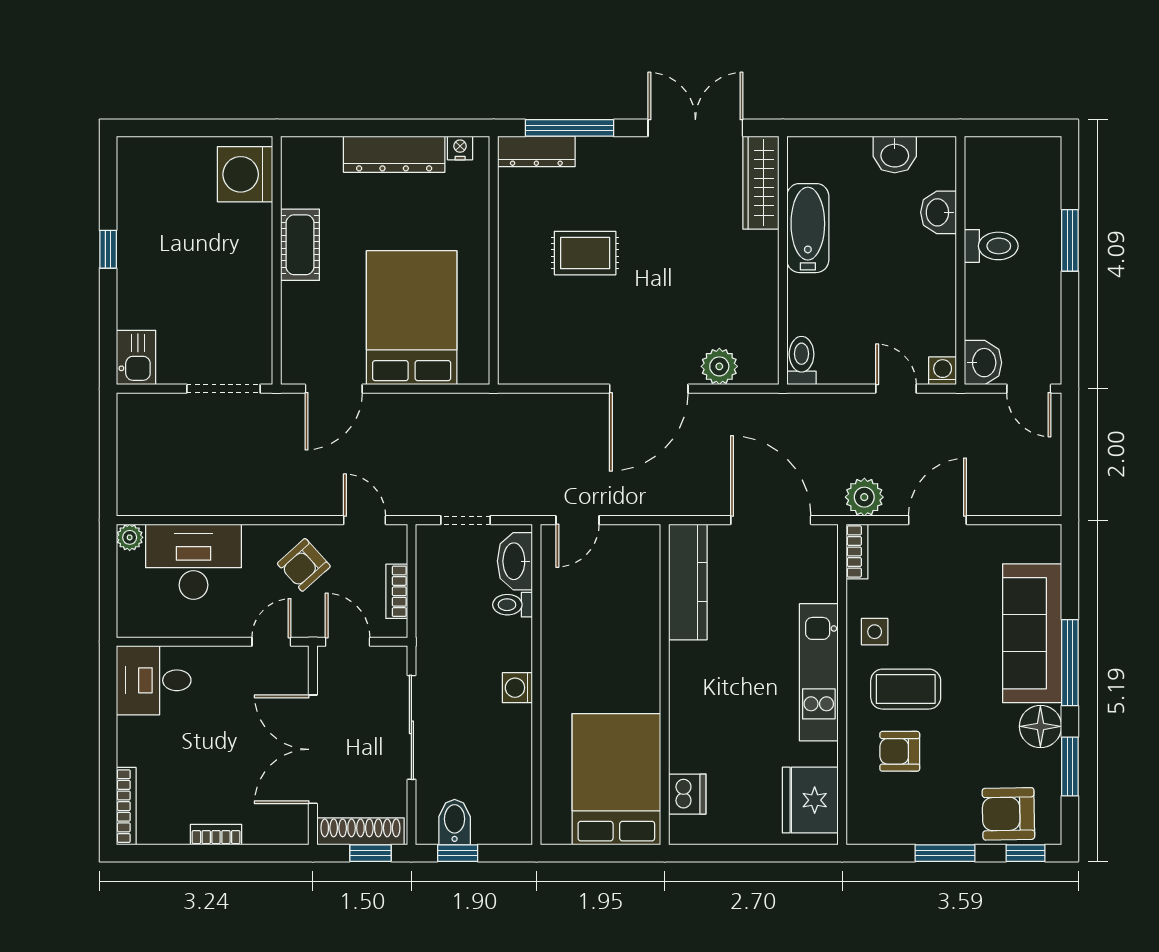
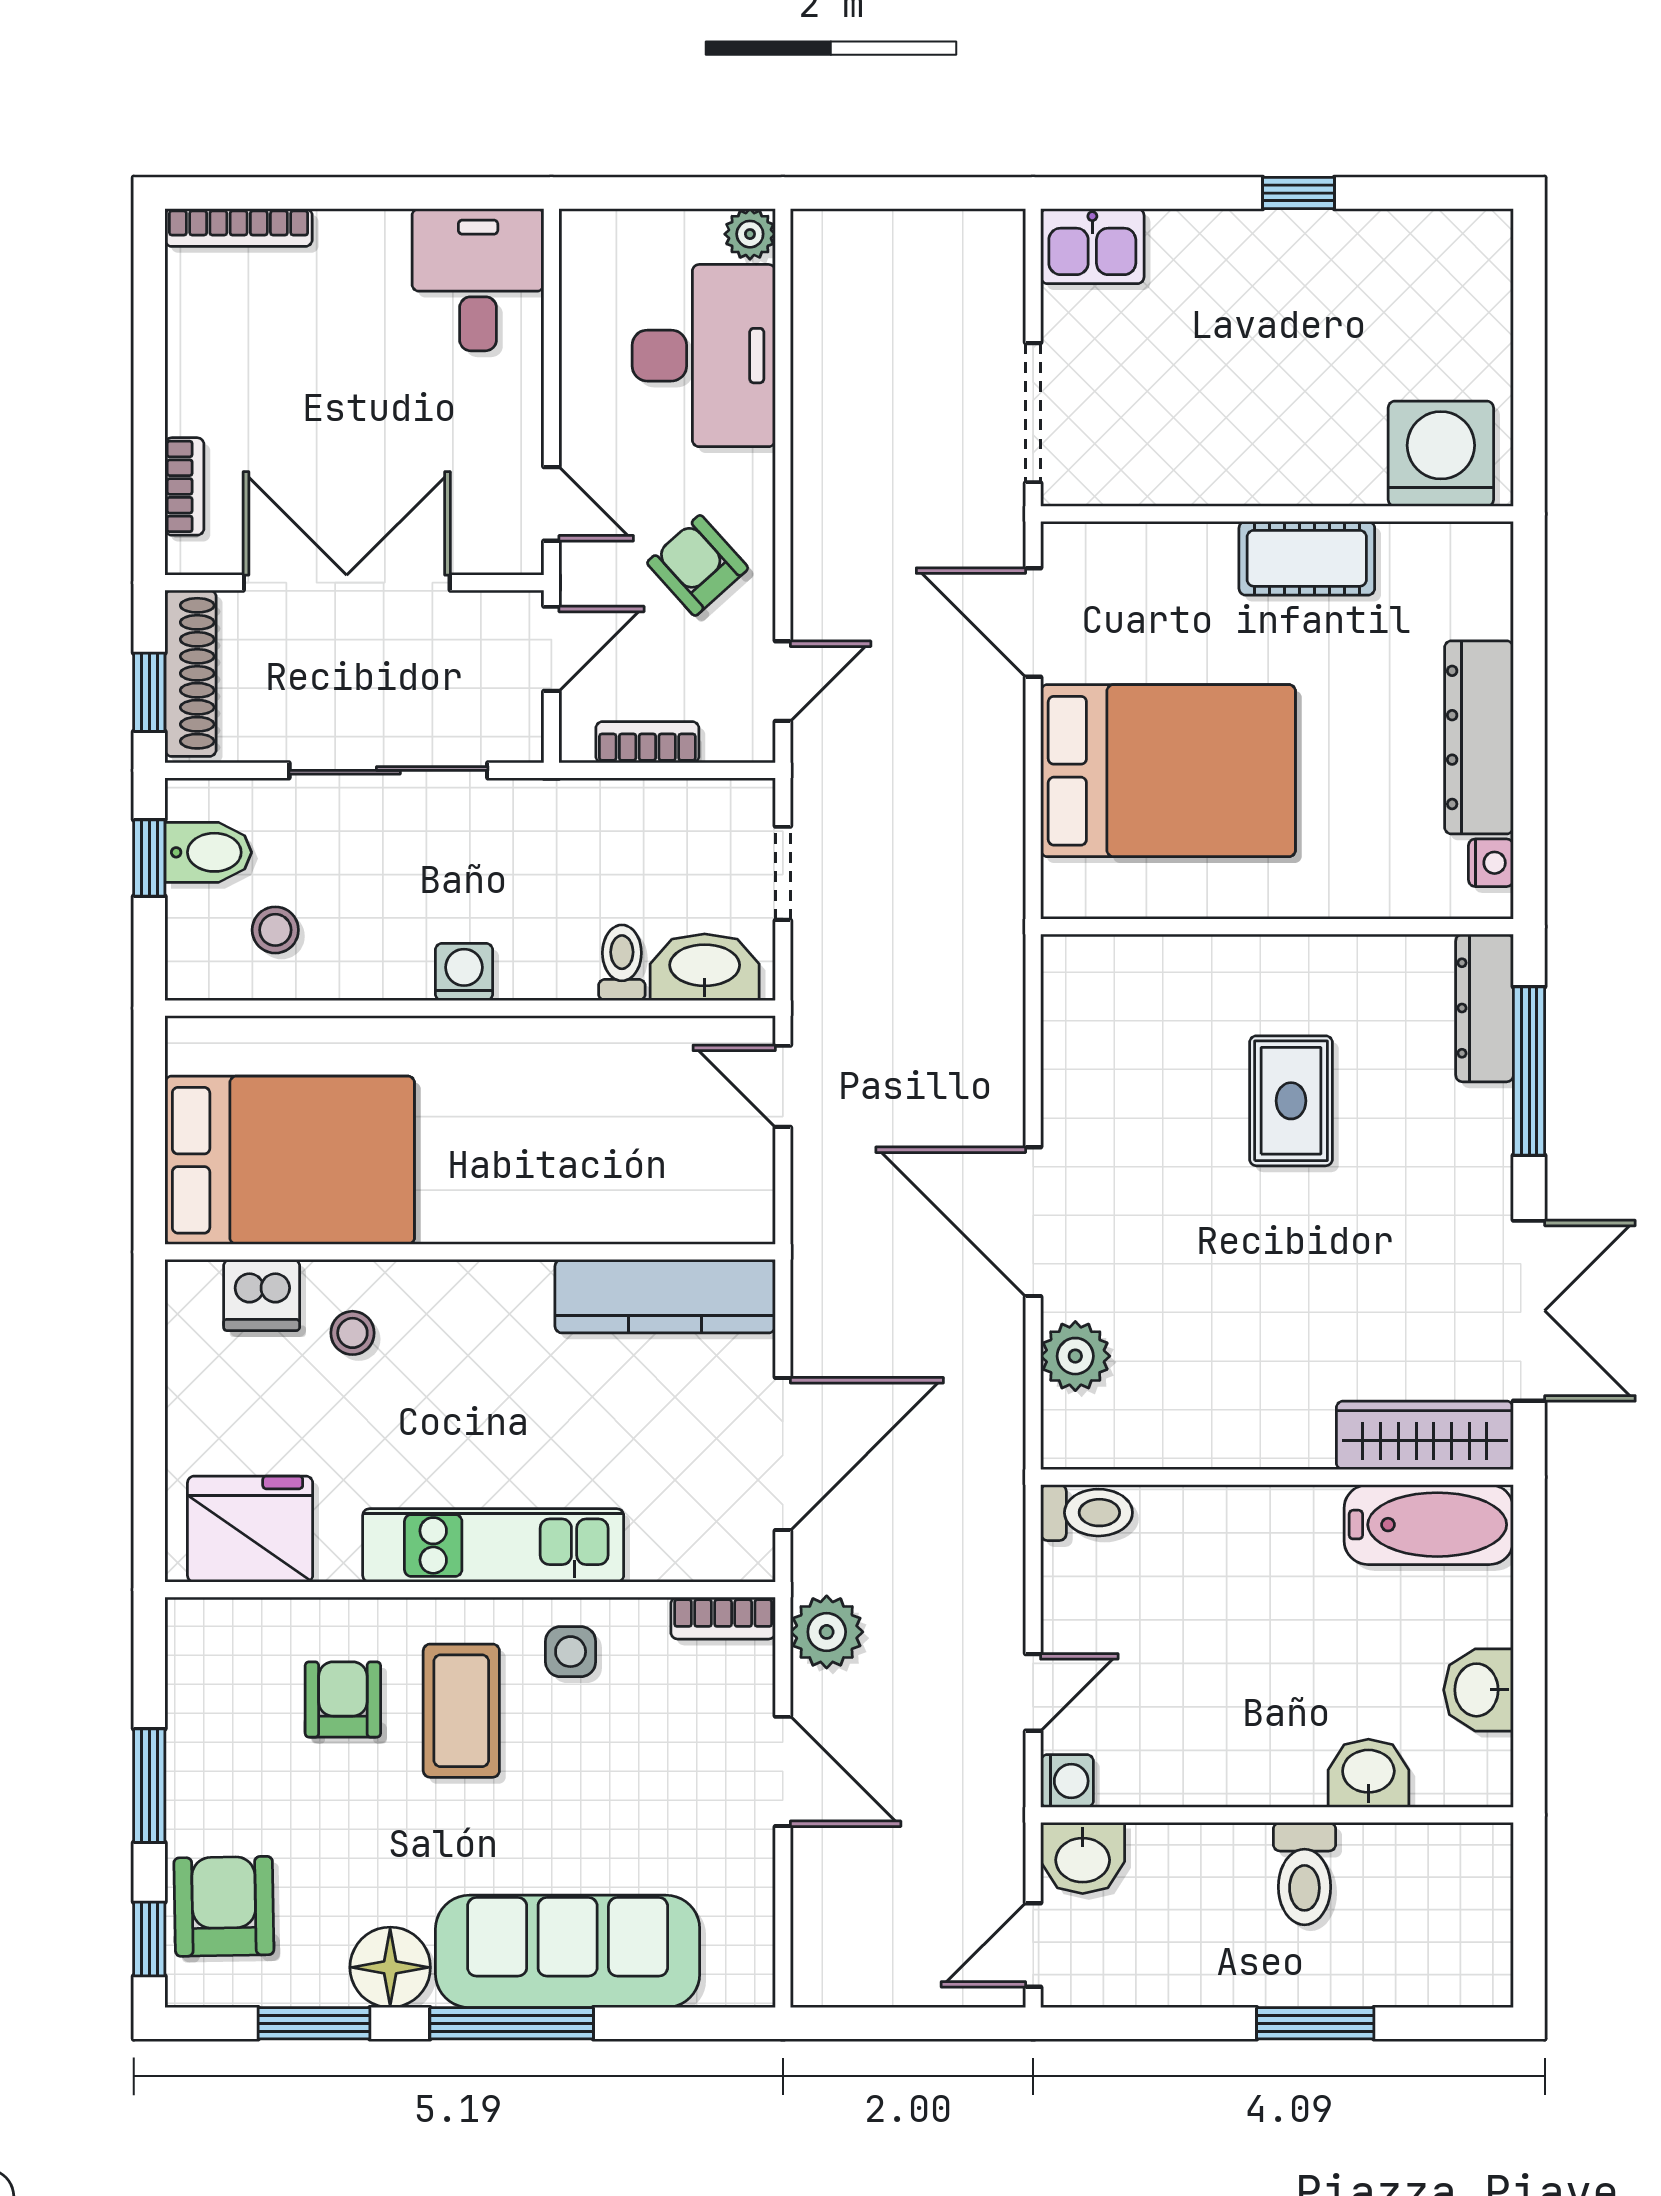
bathtub: (808, 228) -> (1429, 1525), moved
stool: (707, 746) -> (352, 1333), added
stool: (495, 787) -> (275, 930), added
bookcase: (216, 835) -> (184, 486), moved

